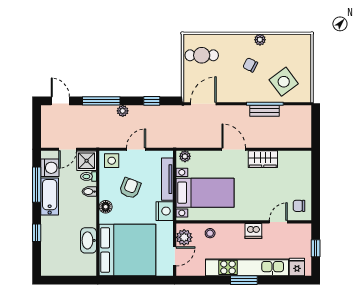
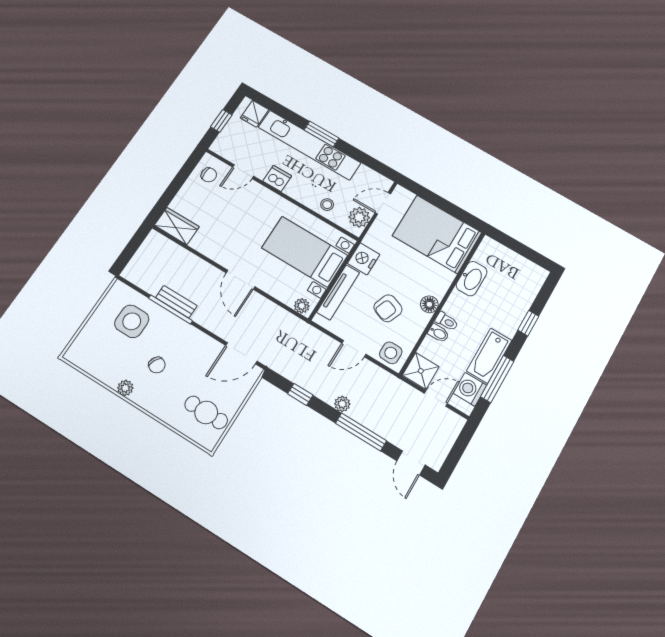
side table: (284, 82) -> (132, 321), turned 37
wardrobe: (263, 159) -> (177, 226), moved
toilet: (89, 176) -> (447, 321), moved
bed: (127, 250) -> (437, 234), width x0.73

